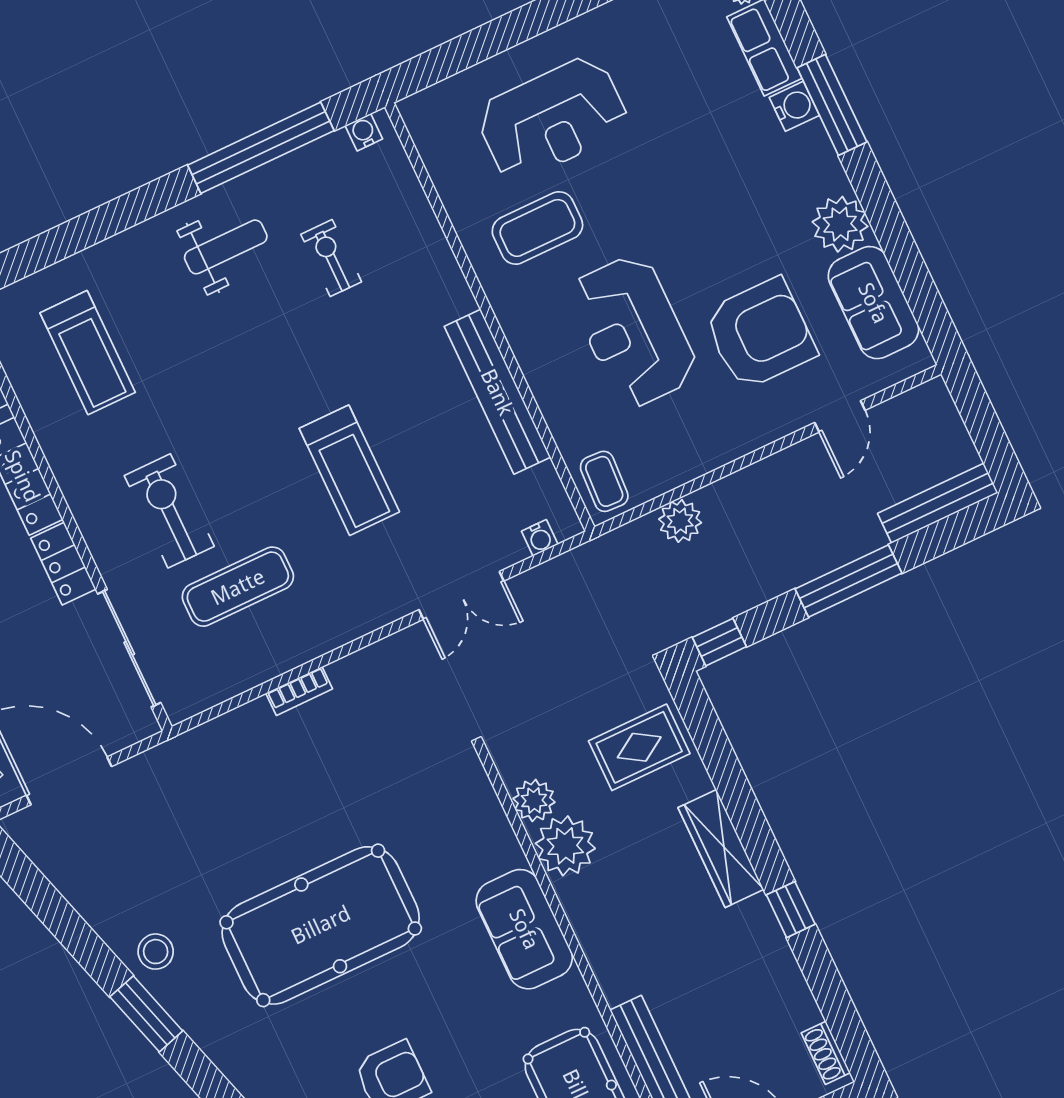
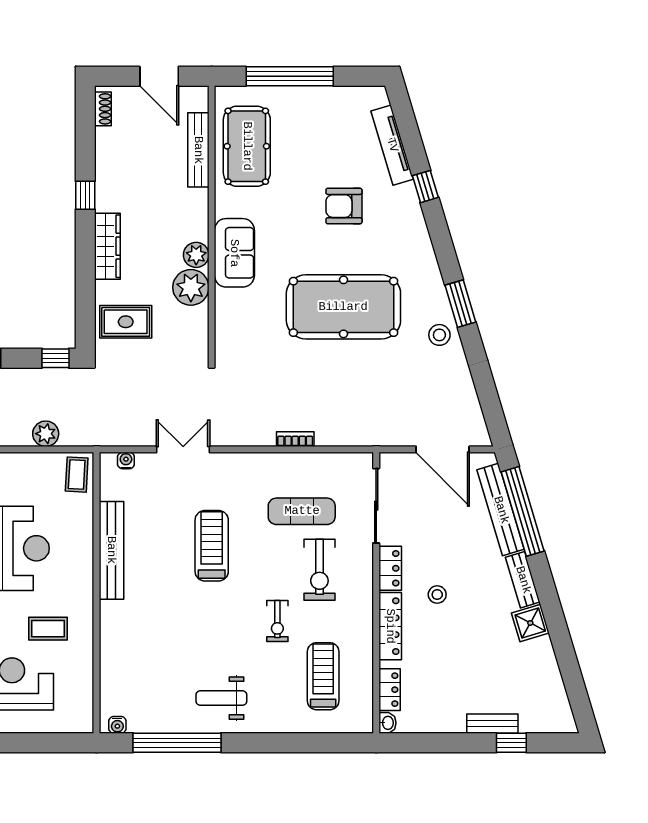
coffee table: (537, 228) -> (48, 629), width x0.73, depth x0.77
exercise bike: (331, 258) -> (277, 621), moved
plant: (534, 800) -> (196, 255), moved

